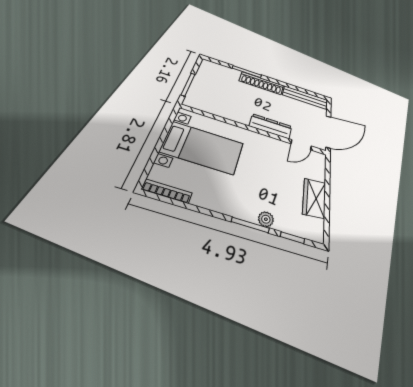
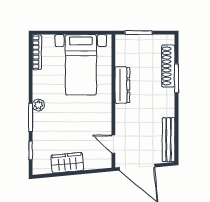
shoe rack: (261, 83) -> (168, 66), moved
dresser: (271, 126) -> (122, 85), moved
plant: (266, 219) -> (38, 105), moved

